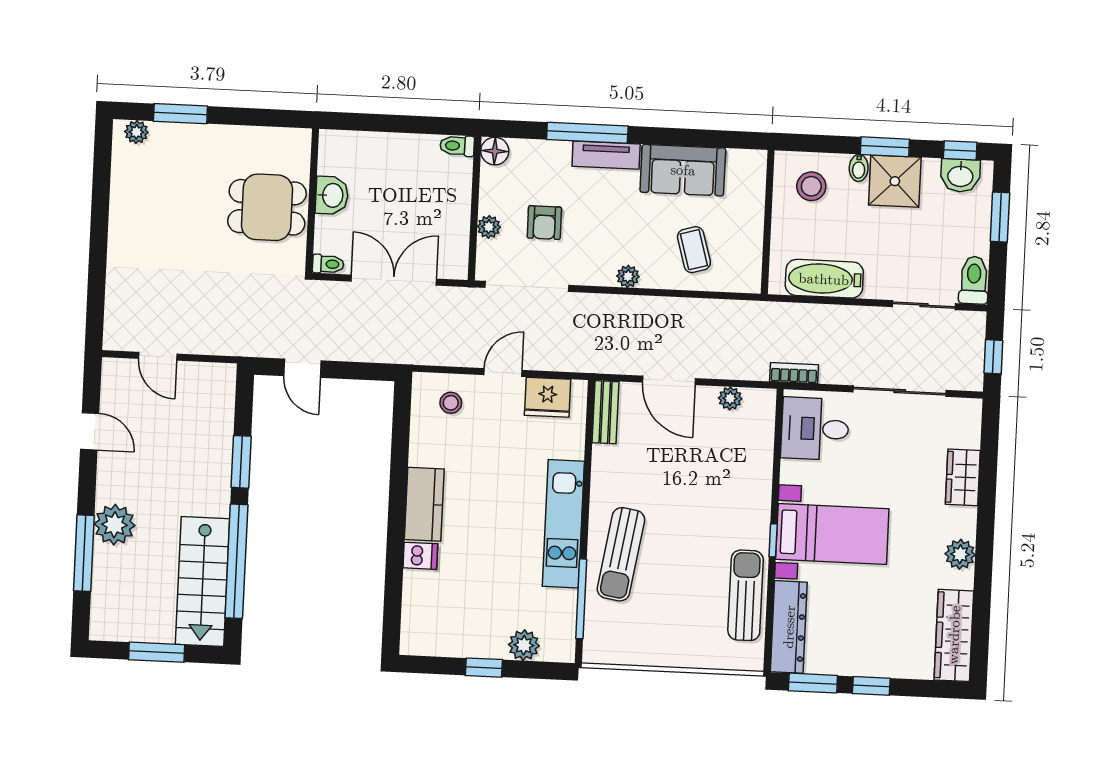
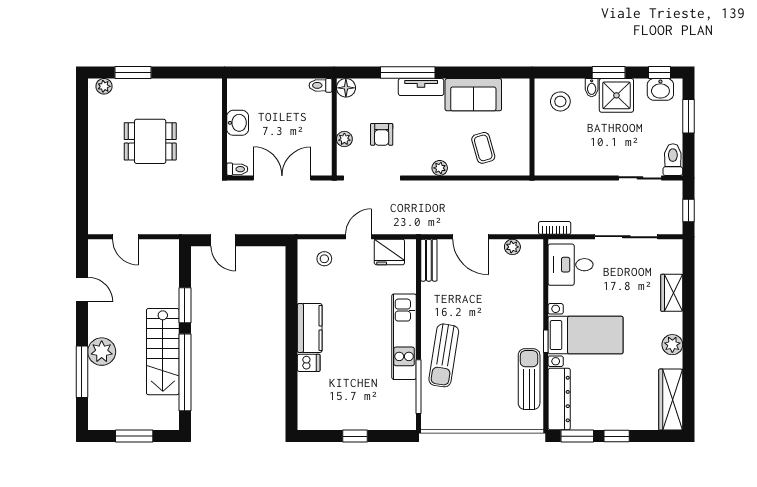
dining table: (267, 207) -> (150, 141), moved
bathtub: (824, 279) -> (572, 163), removed
stairs: (203, 581) -> (163, 352), moved
plant: (524, 645) -> (381, 420), removed

